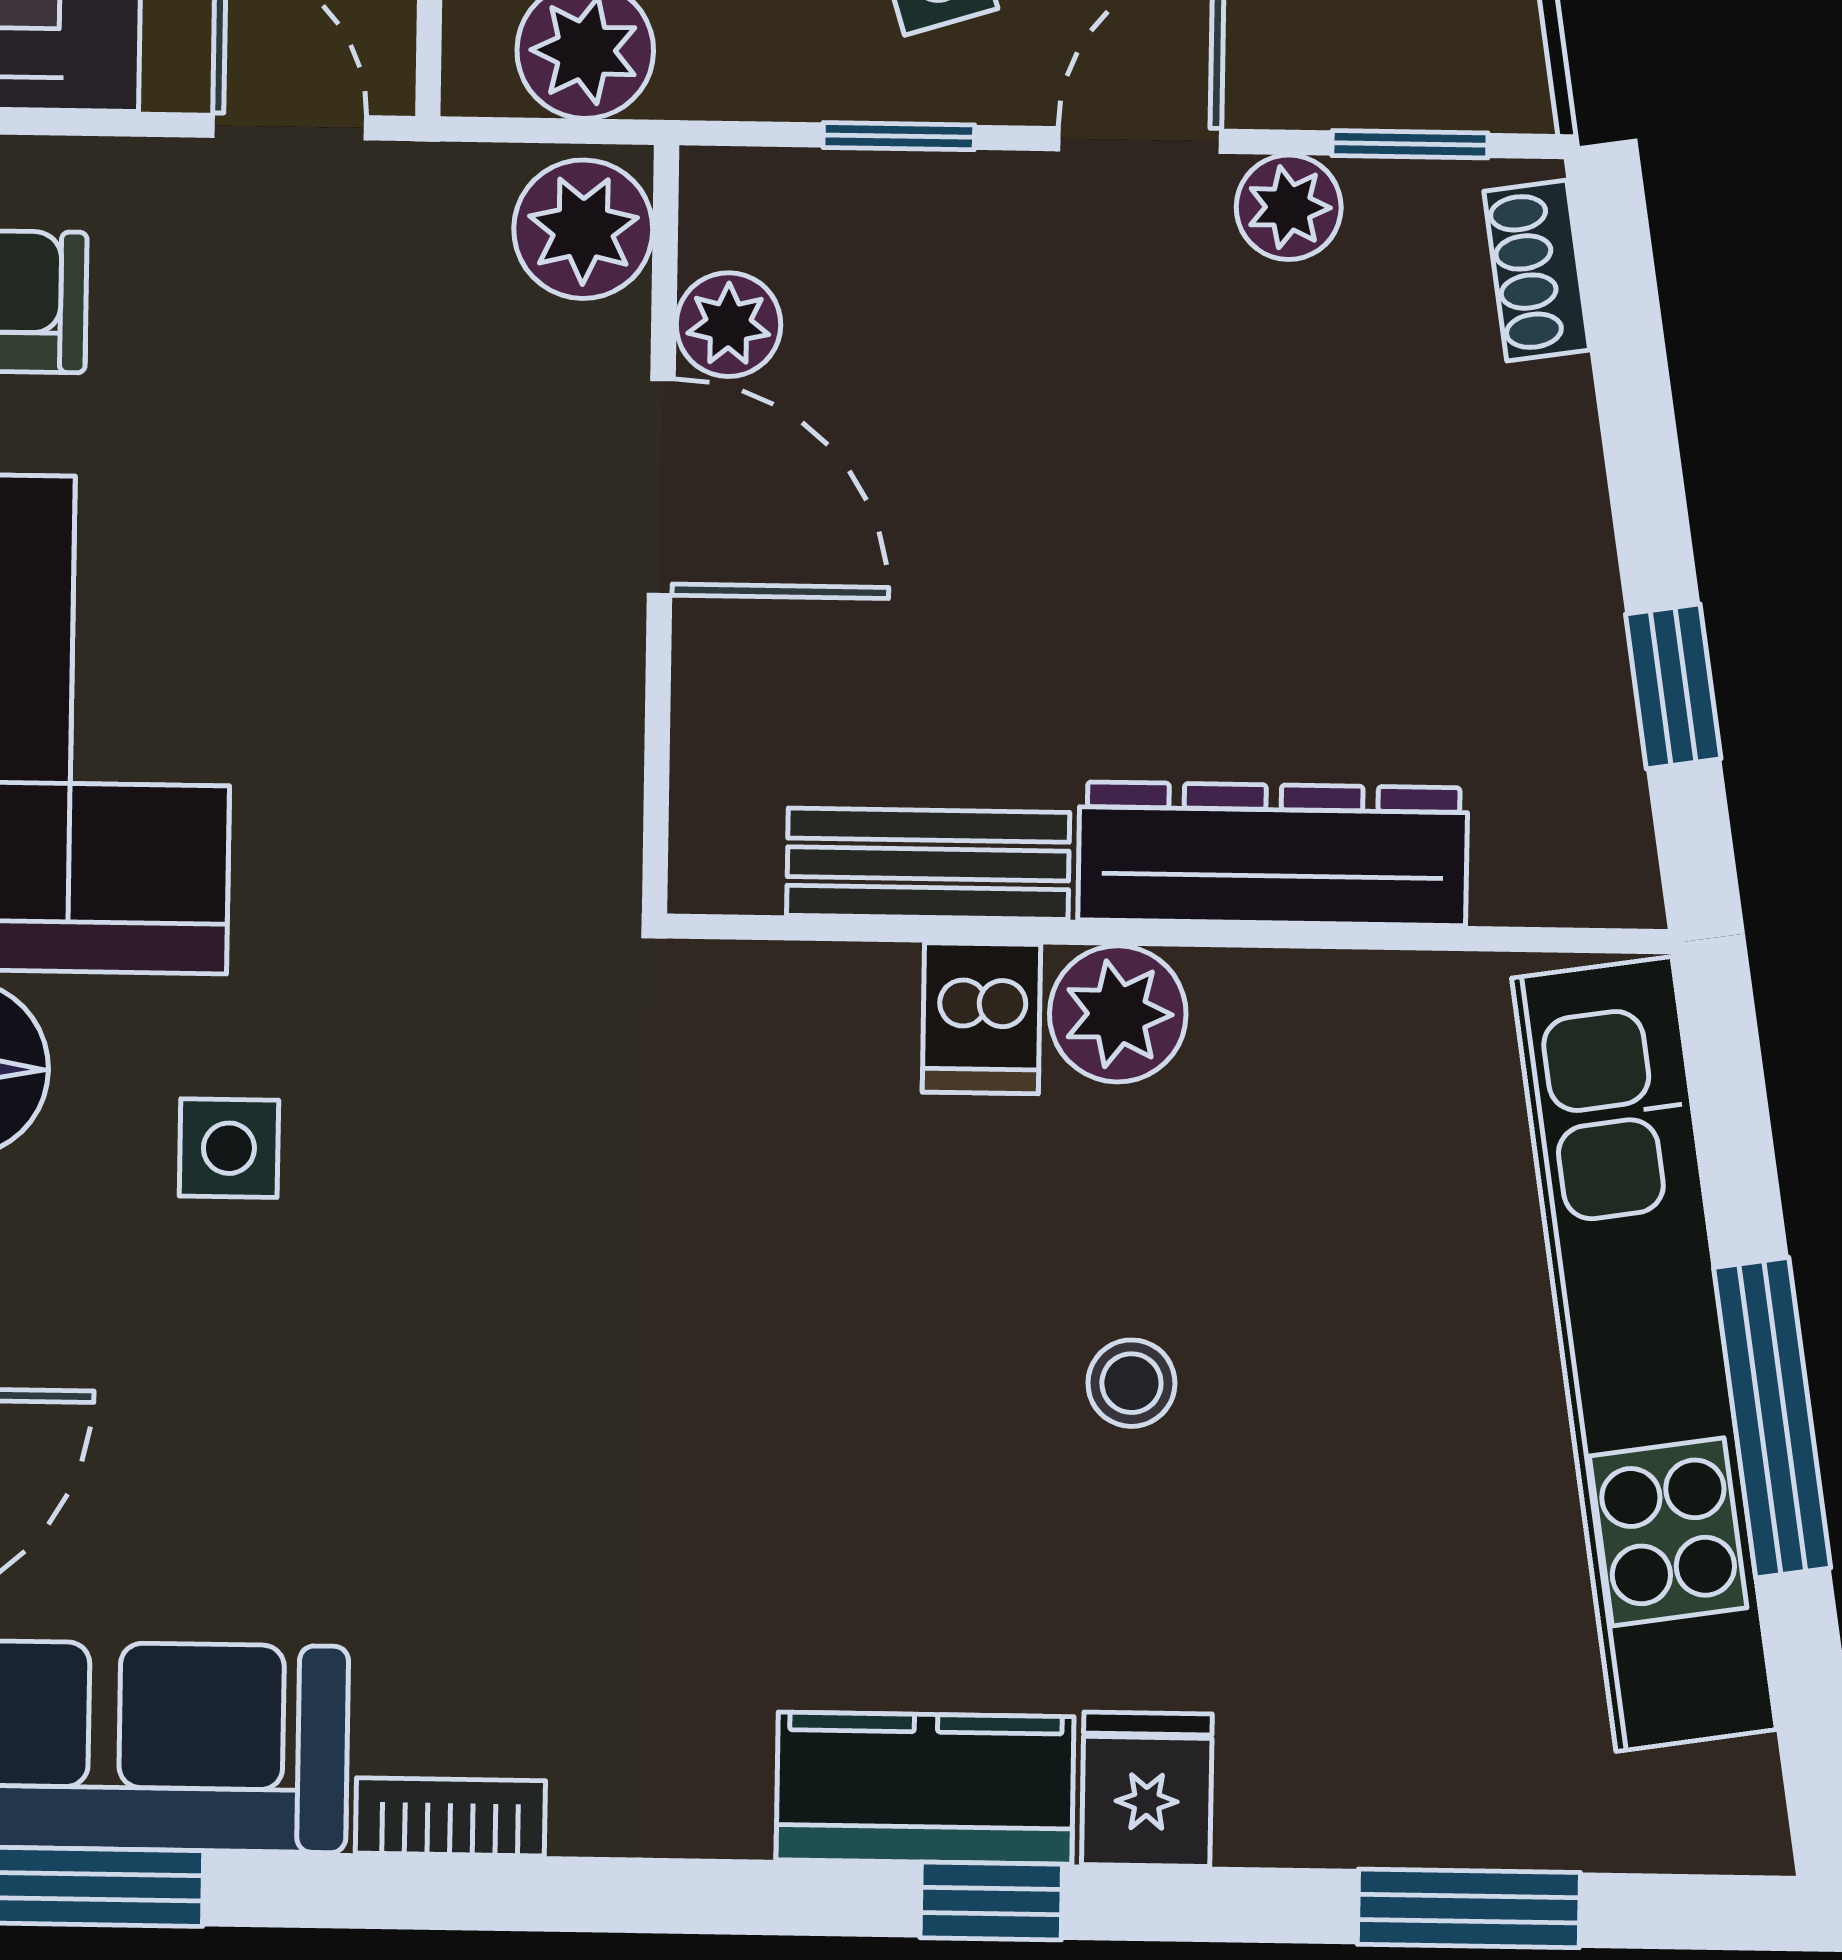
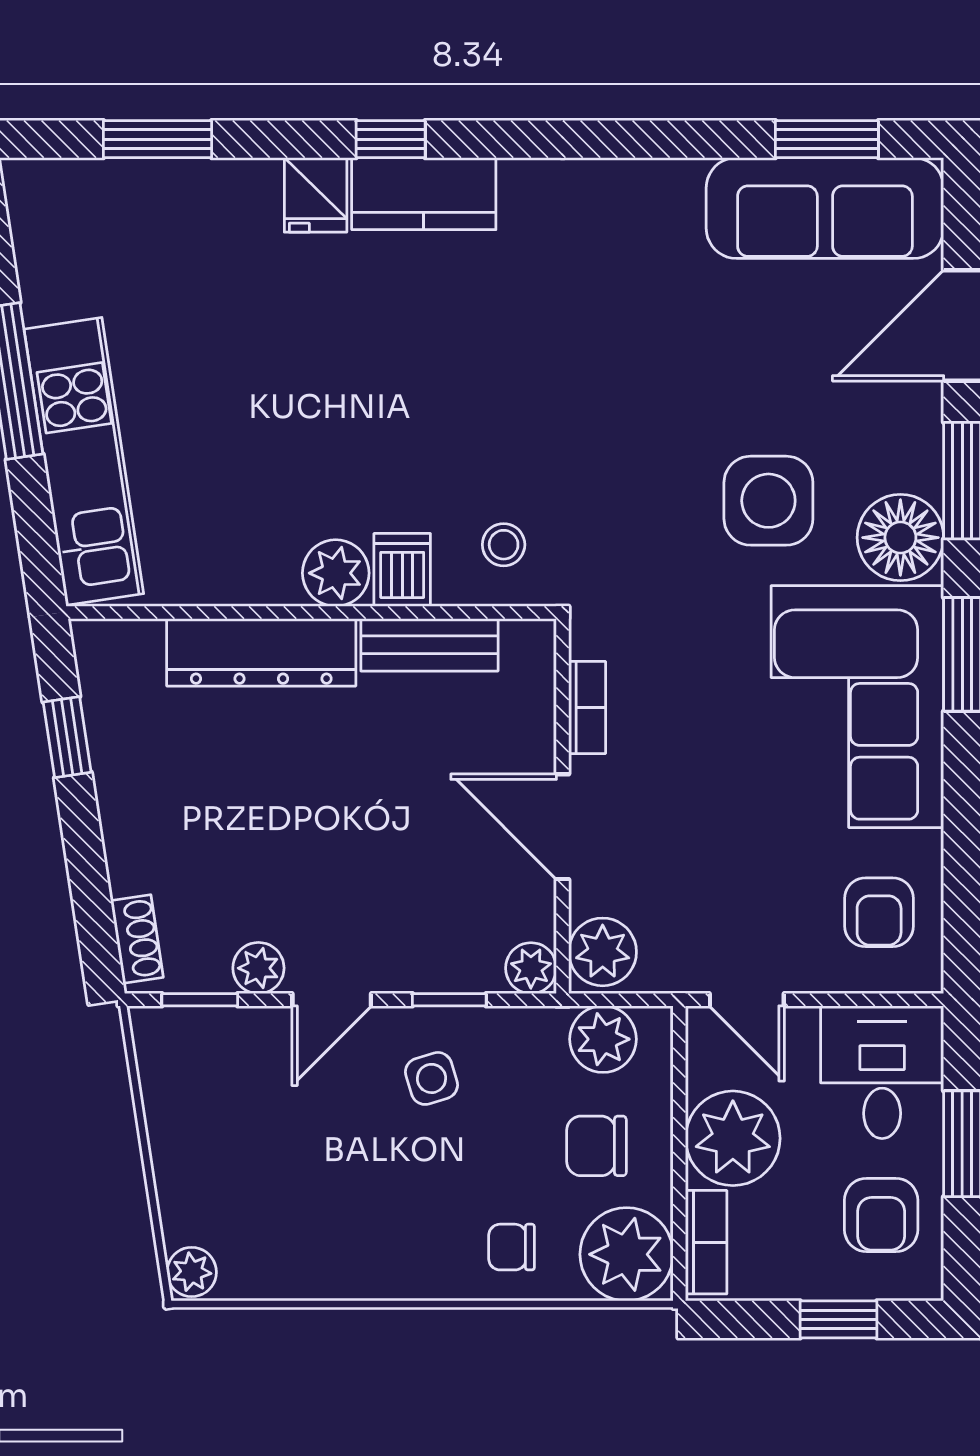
plant: (728, 325) -> (531, 968), moved
side table: (229, 1148) -> (768, 501), width x1.87, depth x1.87
kitchen unit: (1644, 1354) -> (84, 461), width x0.73
stool: (1131, 1383) -> (504, 545), moved
bookcase: (450, 1817) -> (587, 708), moved, turned -90

